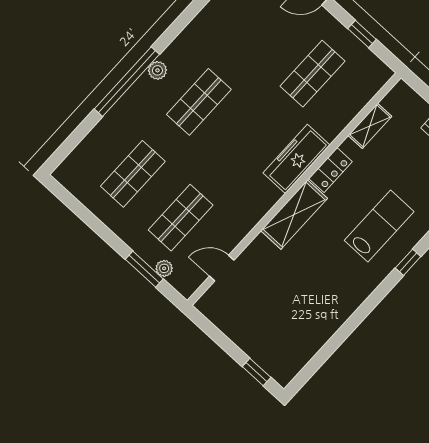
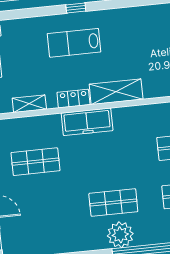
plant: (157, 70) -> (120, 235), width x1.88, depth x1.88

